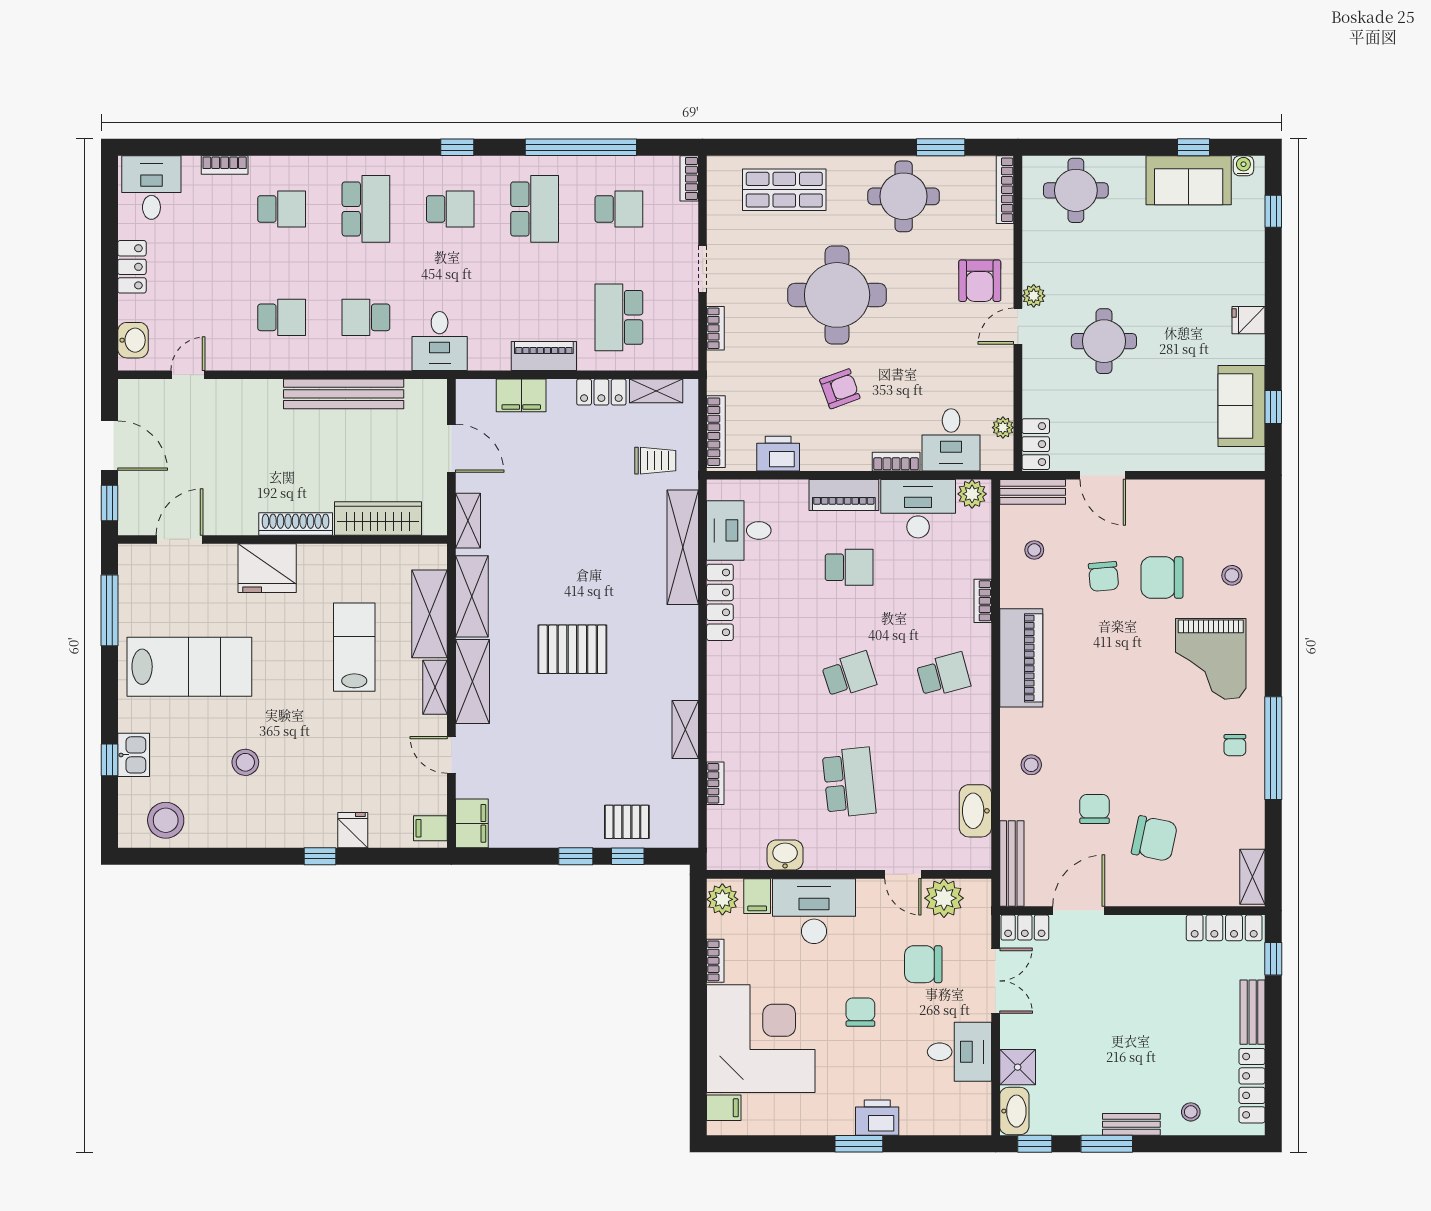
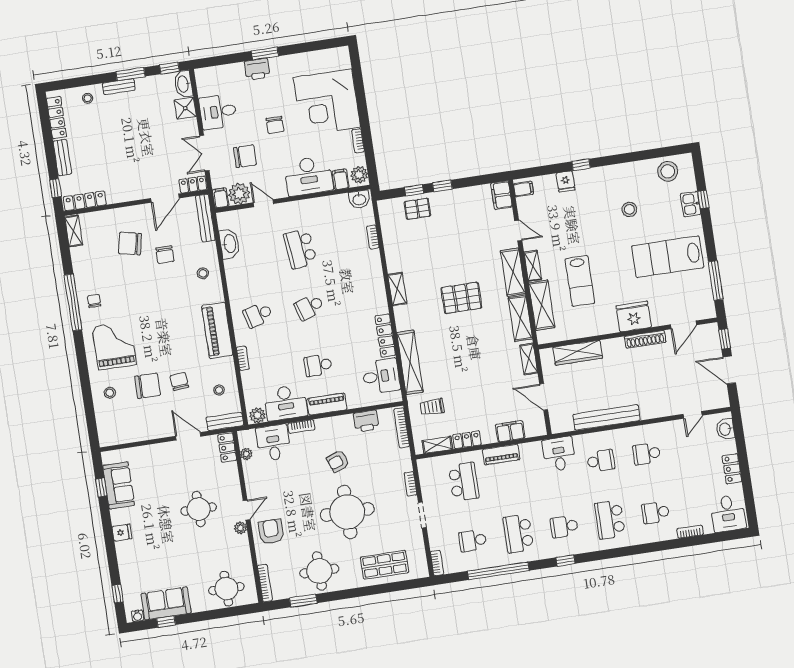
shoe rack: (296, 524) -> (645, 339), moved
shelving: (685, 729) -> (397, 289), moved
washbasin: (785, 855) -> (359, 199), moved
filing cabinet: (724, 1108) -> (221, 198), moved, turned 90

